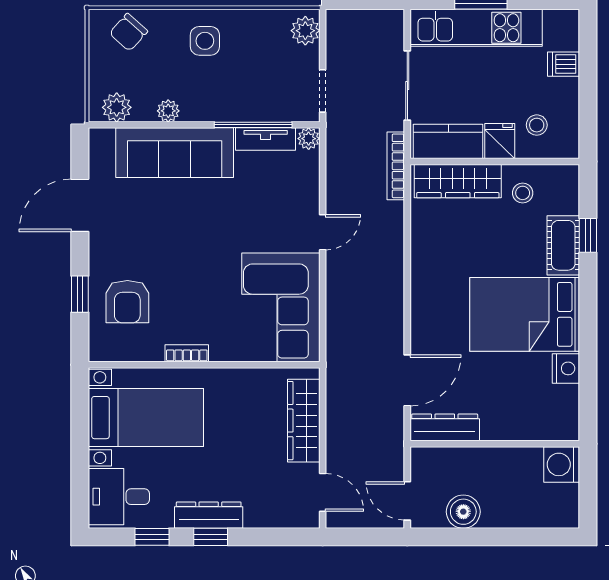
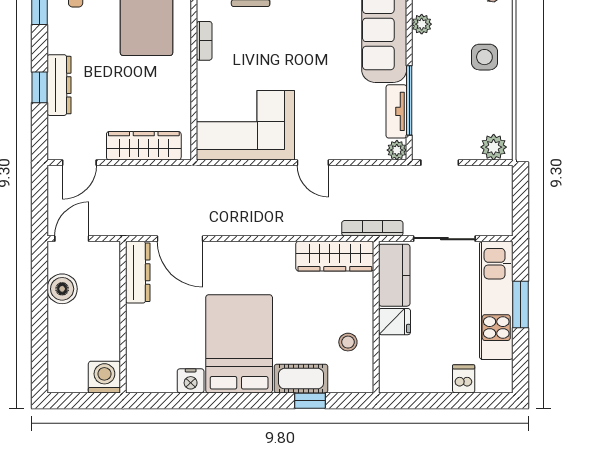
stool: (537, 125) -> (409, 355), removed
wardrobe: (458, 181) -> (335, 256), moved, turned -90
dresser: (209, 515) -> (59, 85), moved
window: (211, 537) -> (39, 87), moved

